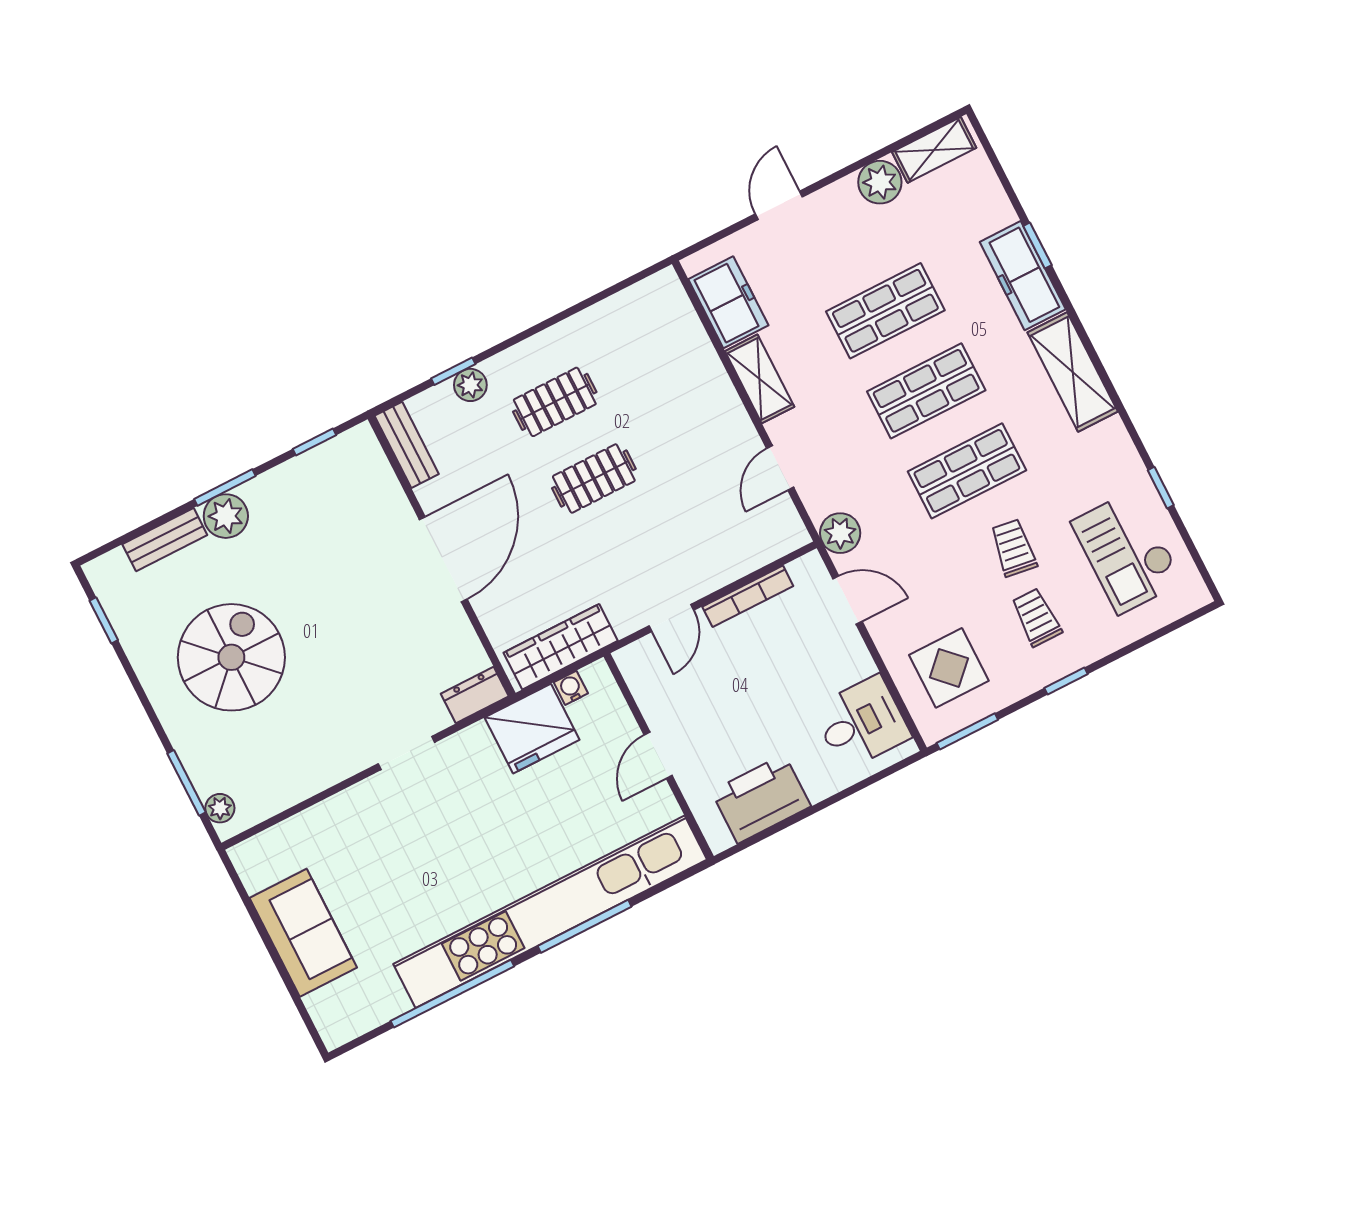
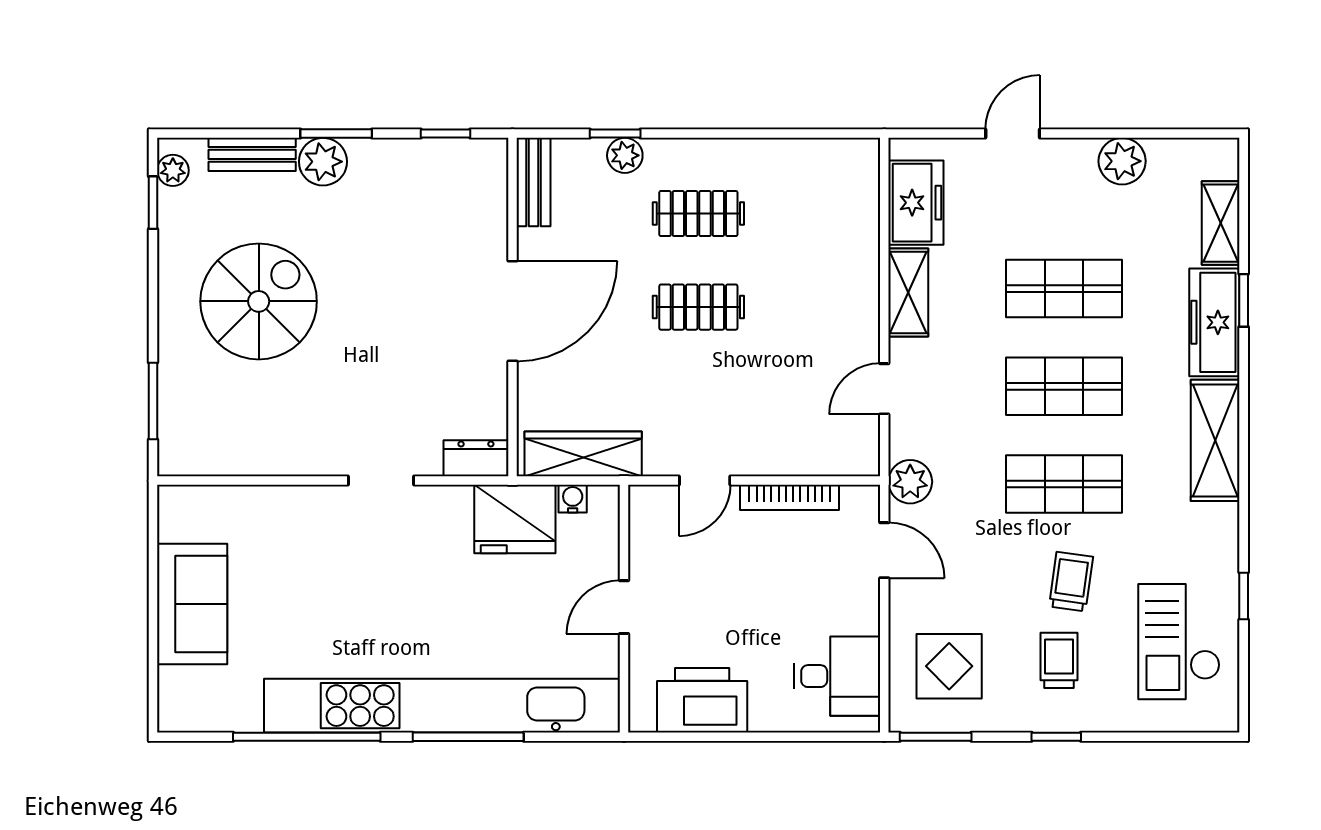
shelving: (934, 150) -> (1221, 223), moved, turned 90
plant: (220, 808) -> (173, 170), moved

